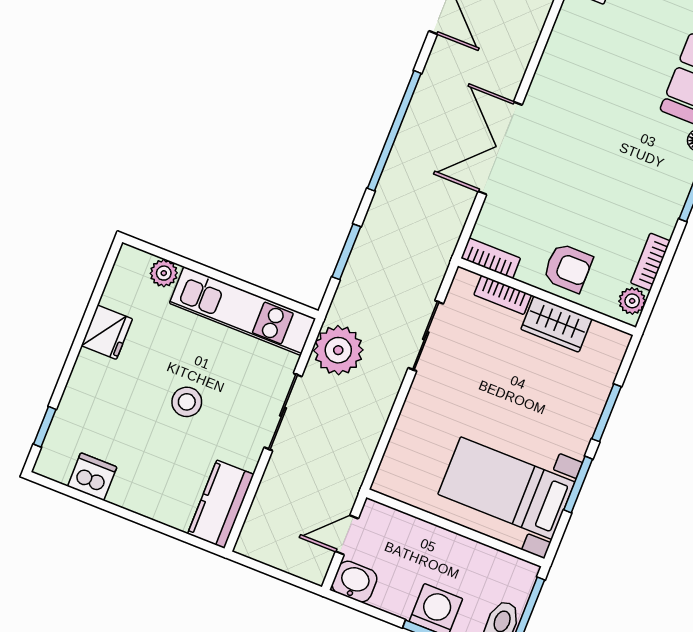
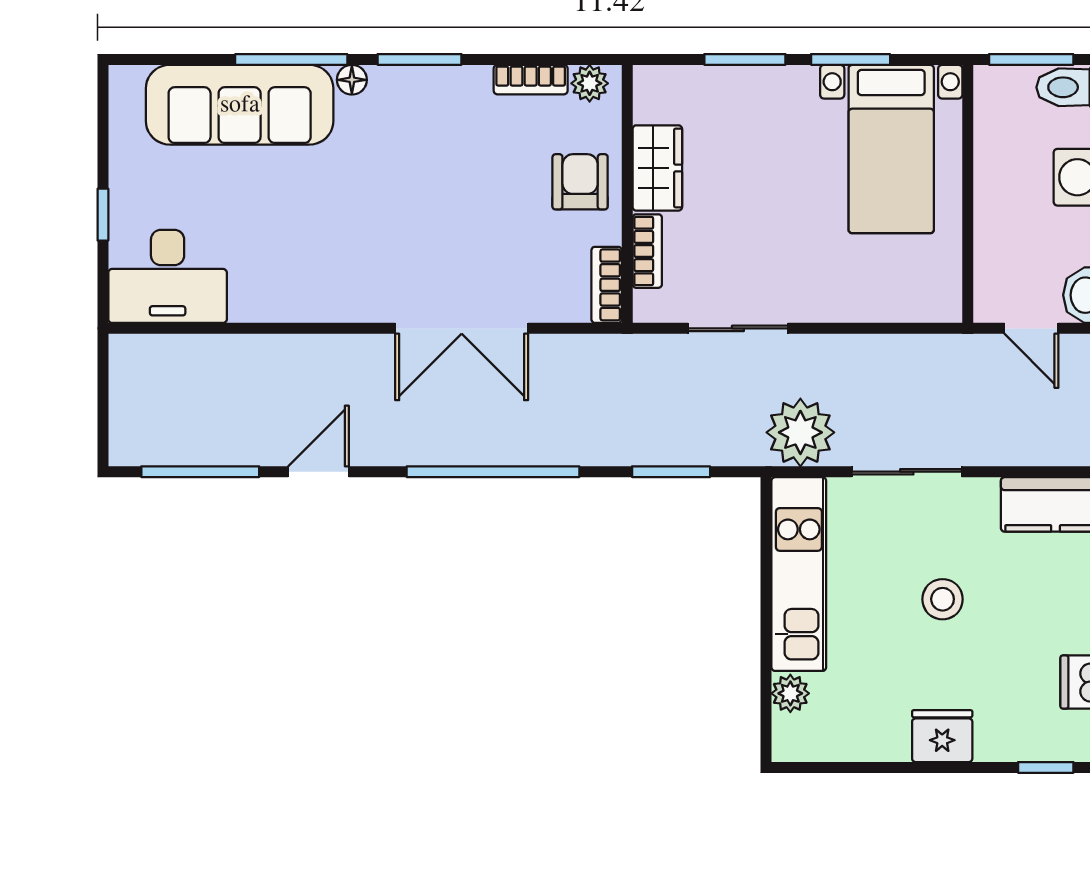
fridge: (107, 332) -> (942, 736), moved

